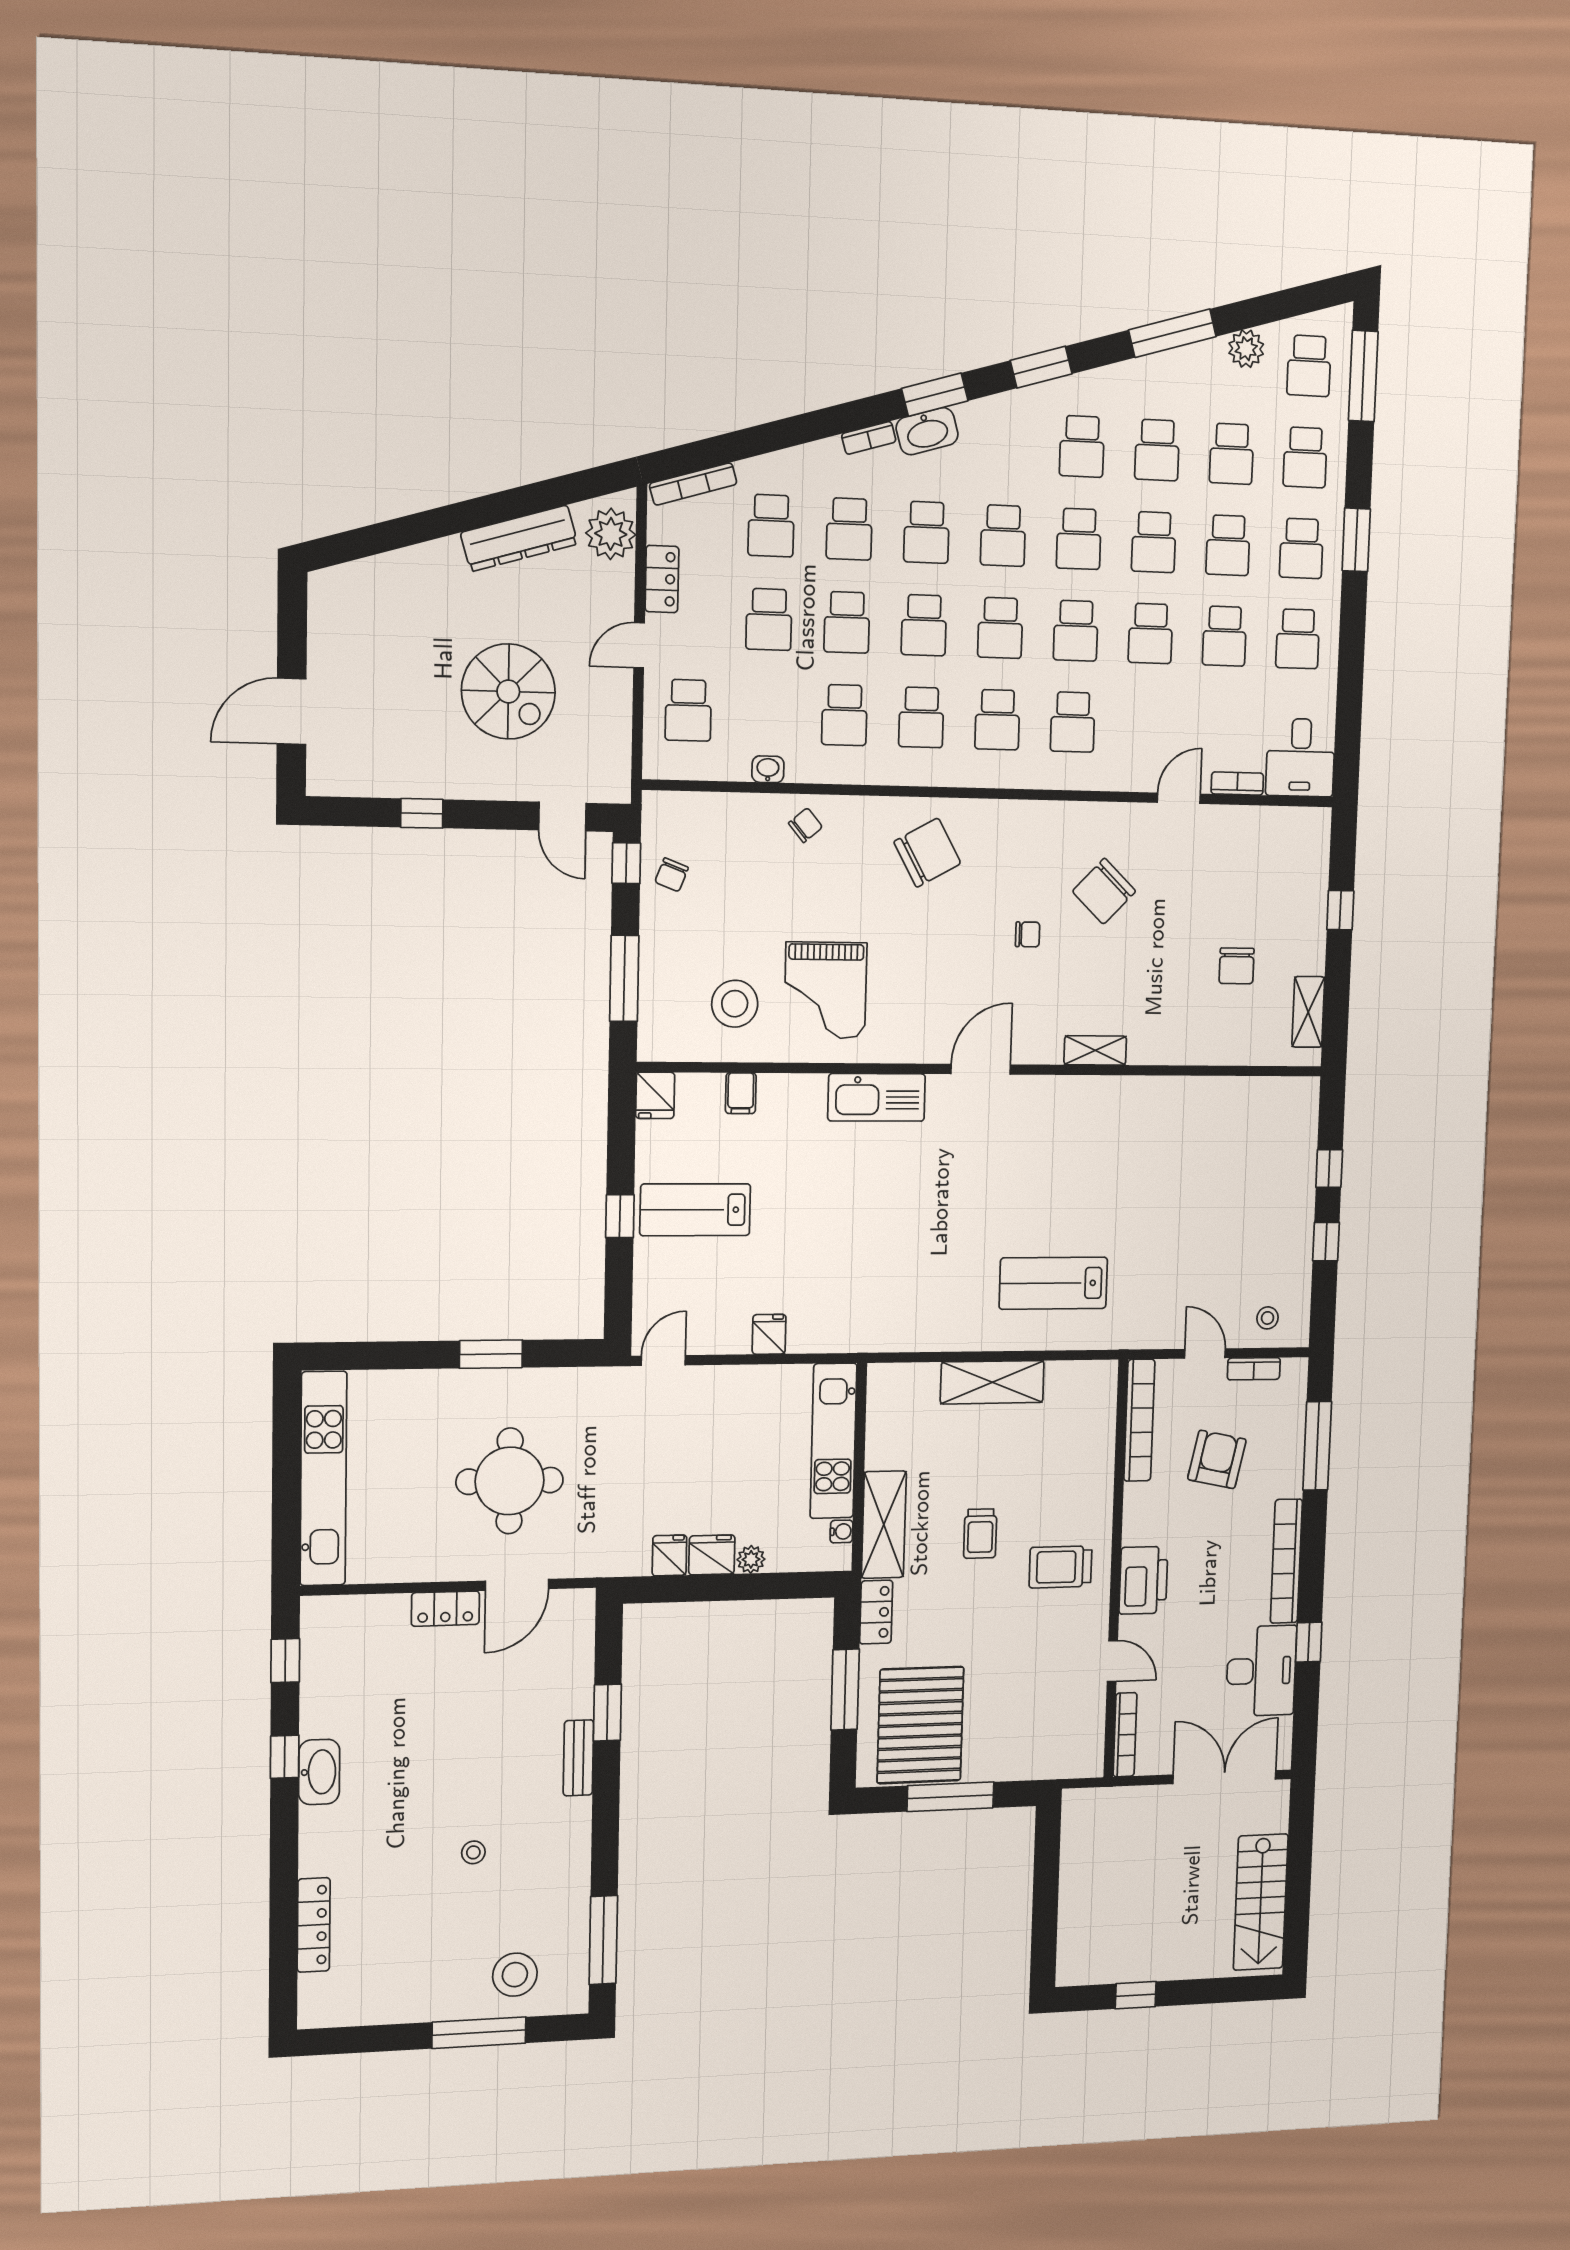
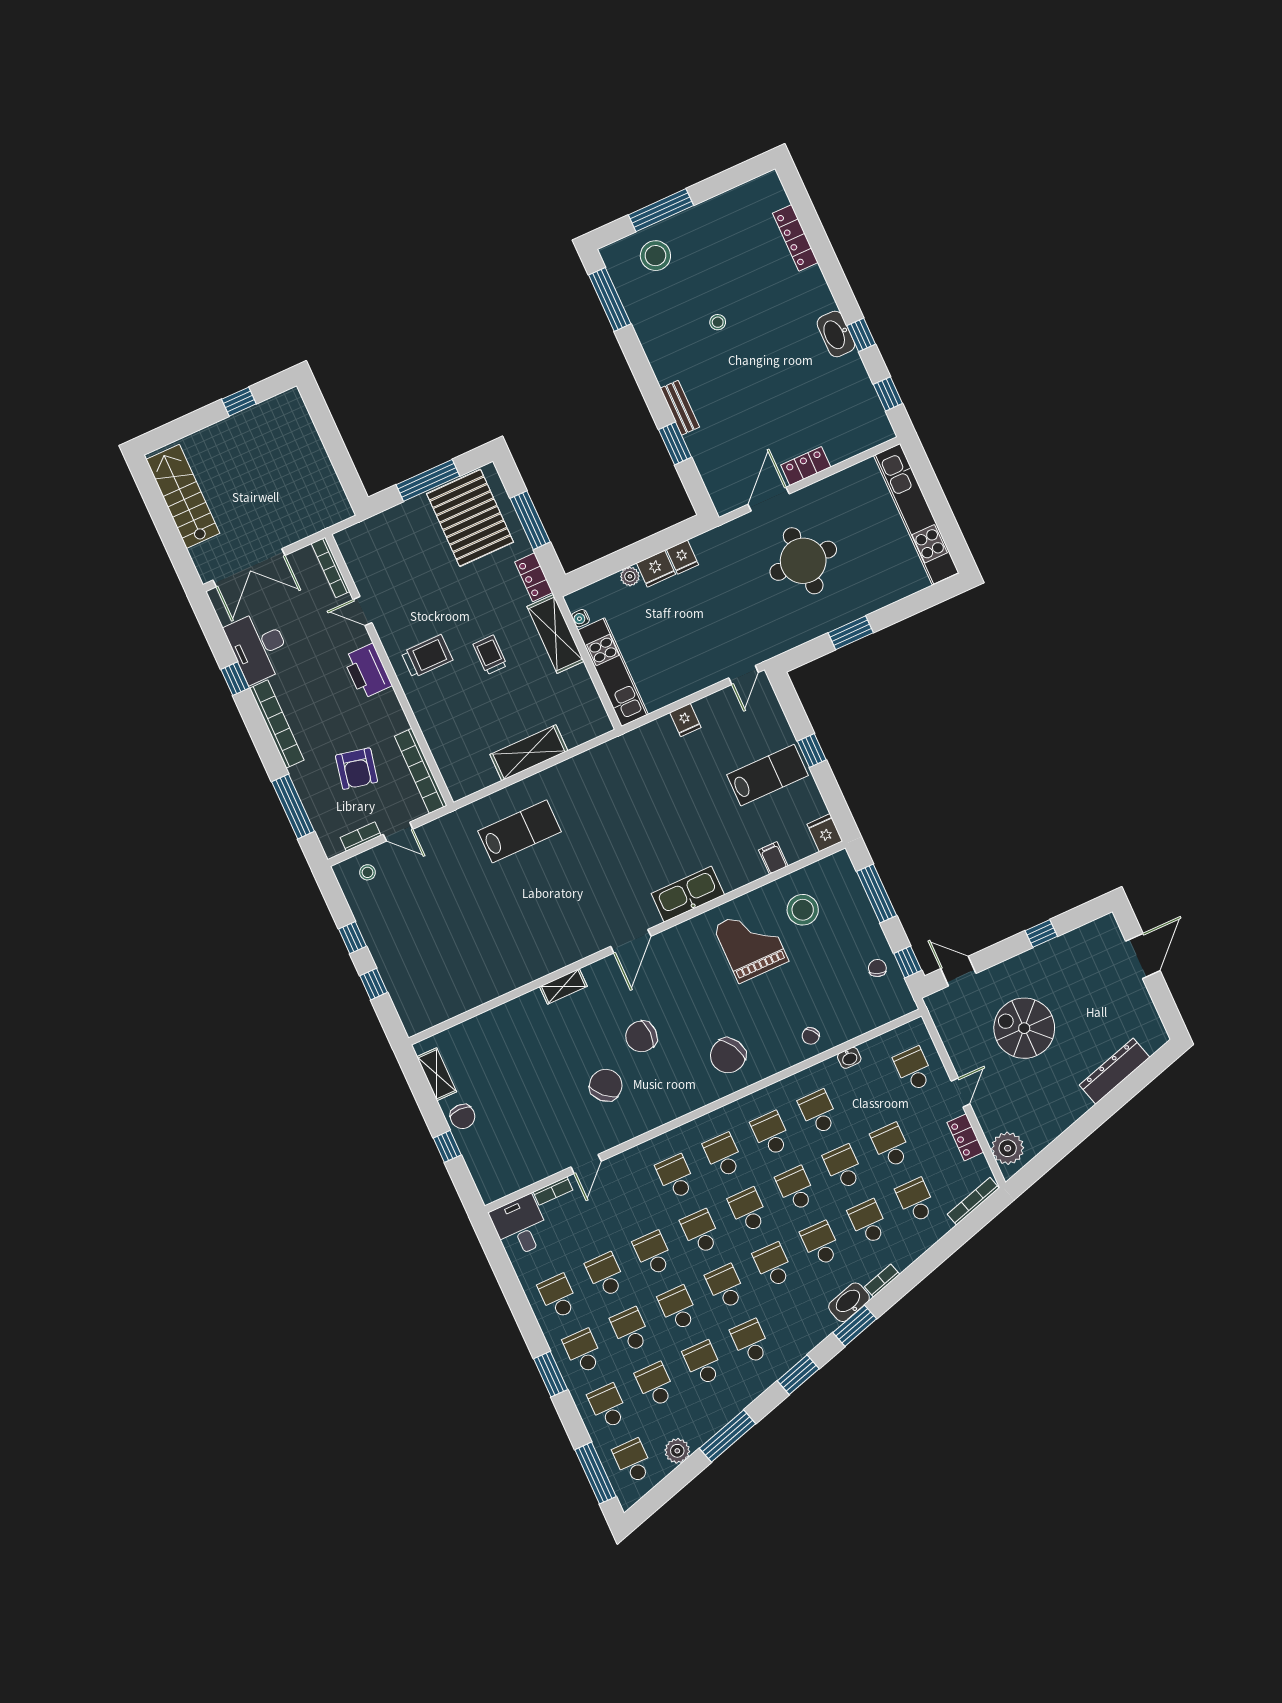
dresser: (519, 538) -> (1115, 1071), moved
chair: (1028, 934) -> (641, 1036), width x1.87, depth x1.87
chair: (1237, 966) -> (463, 1116), moved, turned 180

